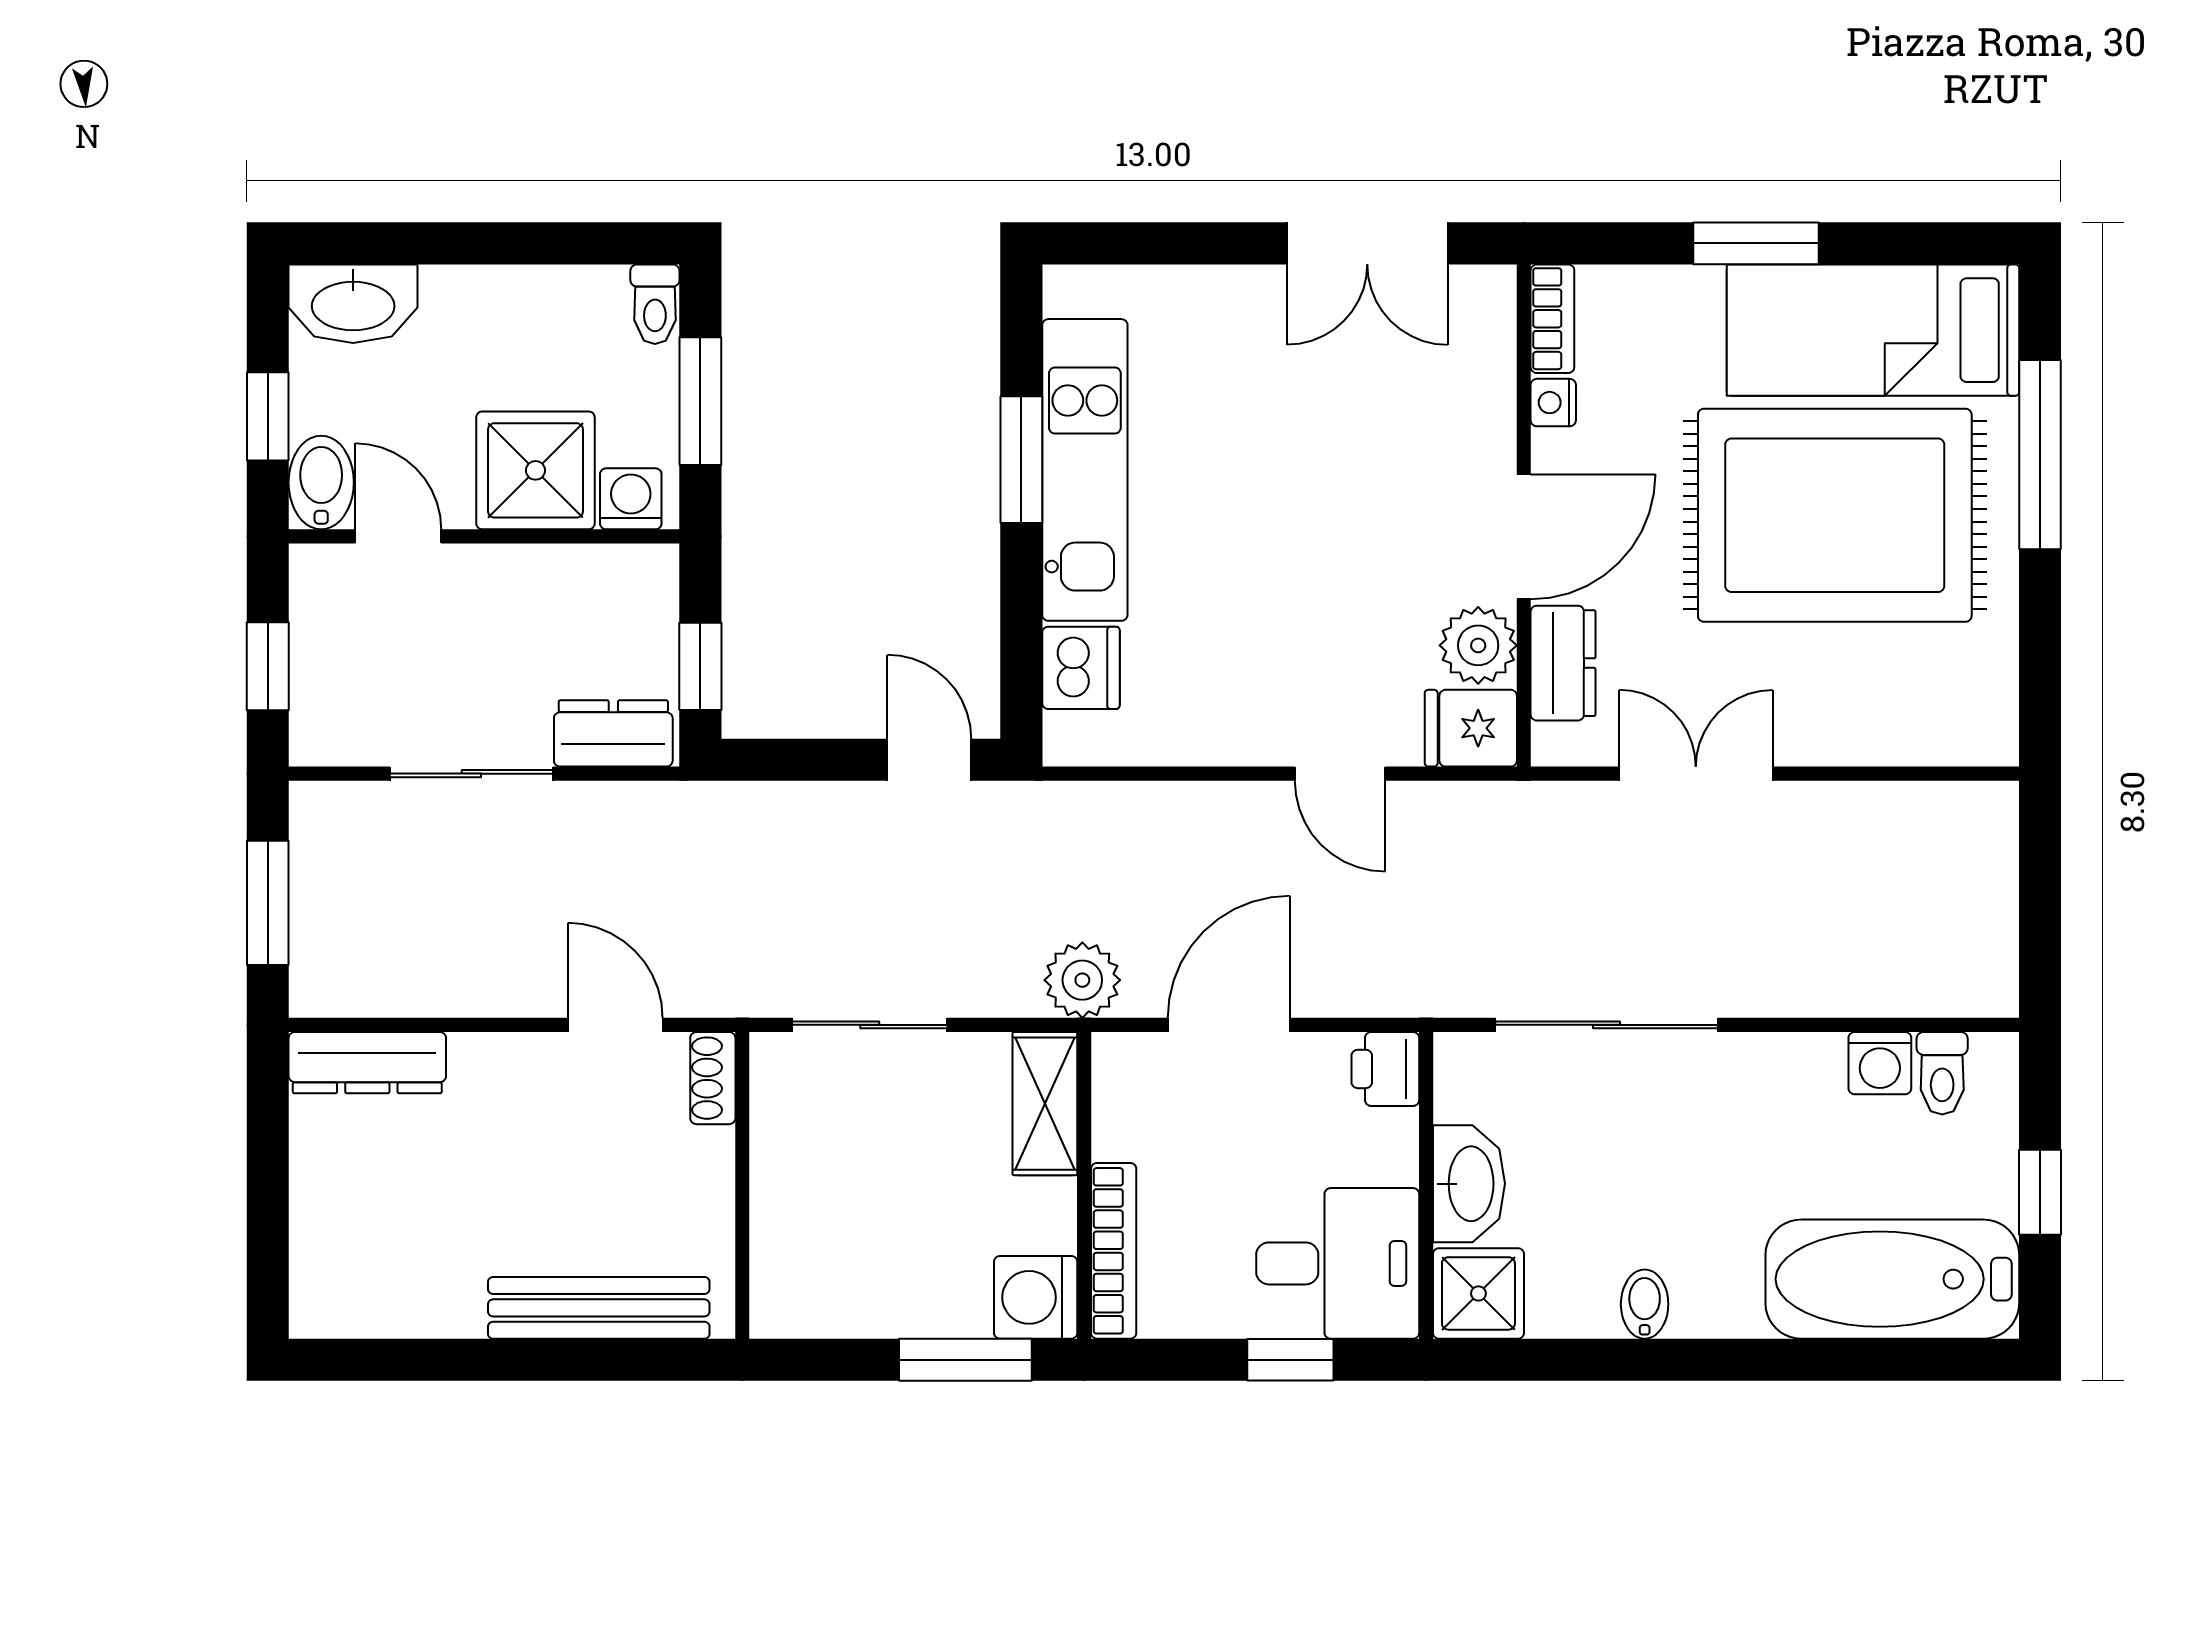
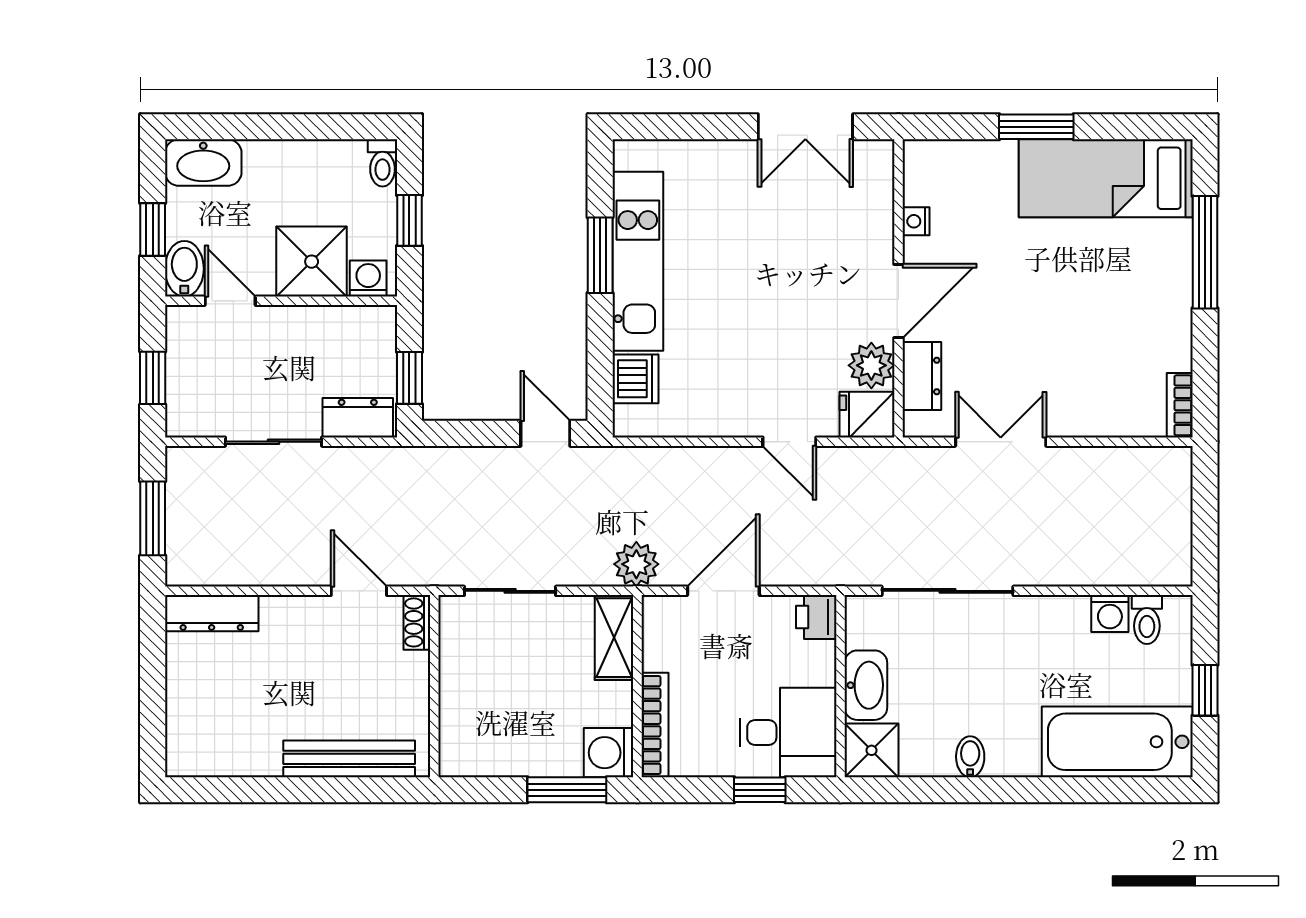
bookcase: (1552, 319) -> (1180, 405), moved, turned 180
window: (700, 401) -> (409, 220), width x0.67
rug: (1835, 515) -> (1083, 288), removed

